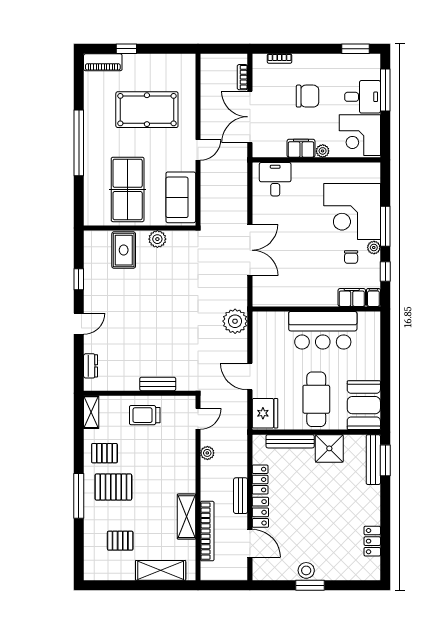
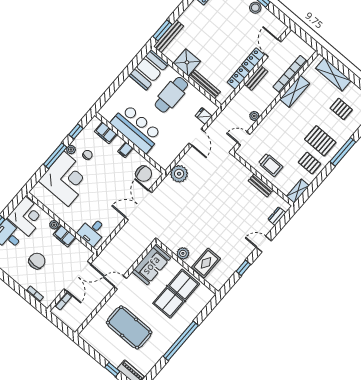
chair: (308, 96) -> (37, 261), turned 90
chair: (273, 289) -> (144, 174), added
filing cabinet: (373, 297) -> (125, 150), moved
bench: (158, 384) -> (261, 185), moved
fridge: (265, 413) -> (204, 116), width x0.53, depth x0.75

